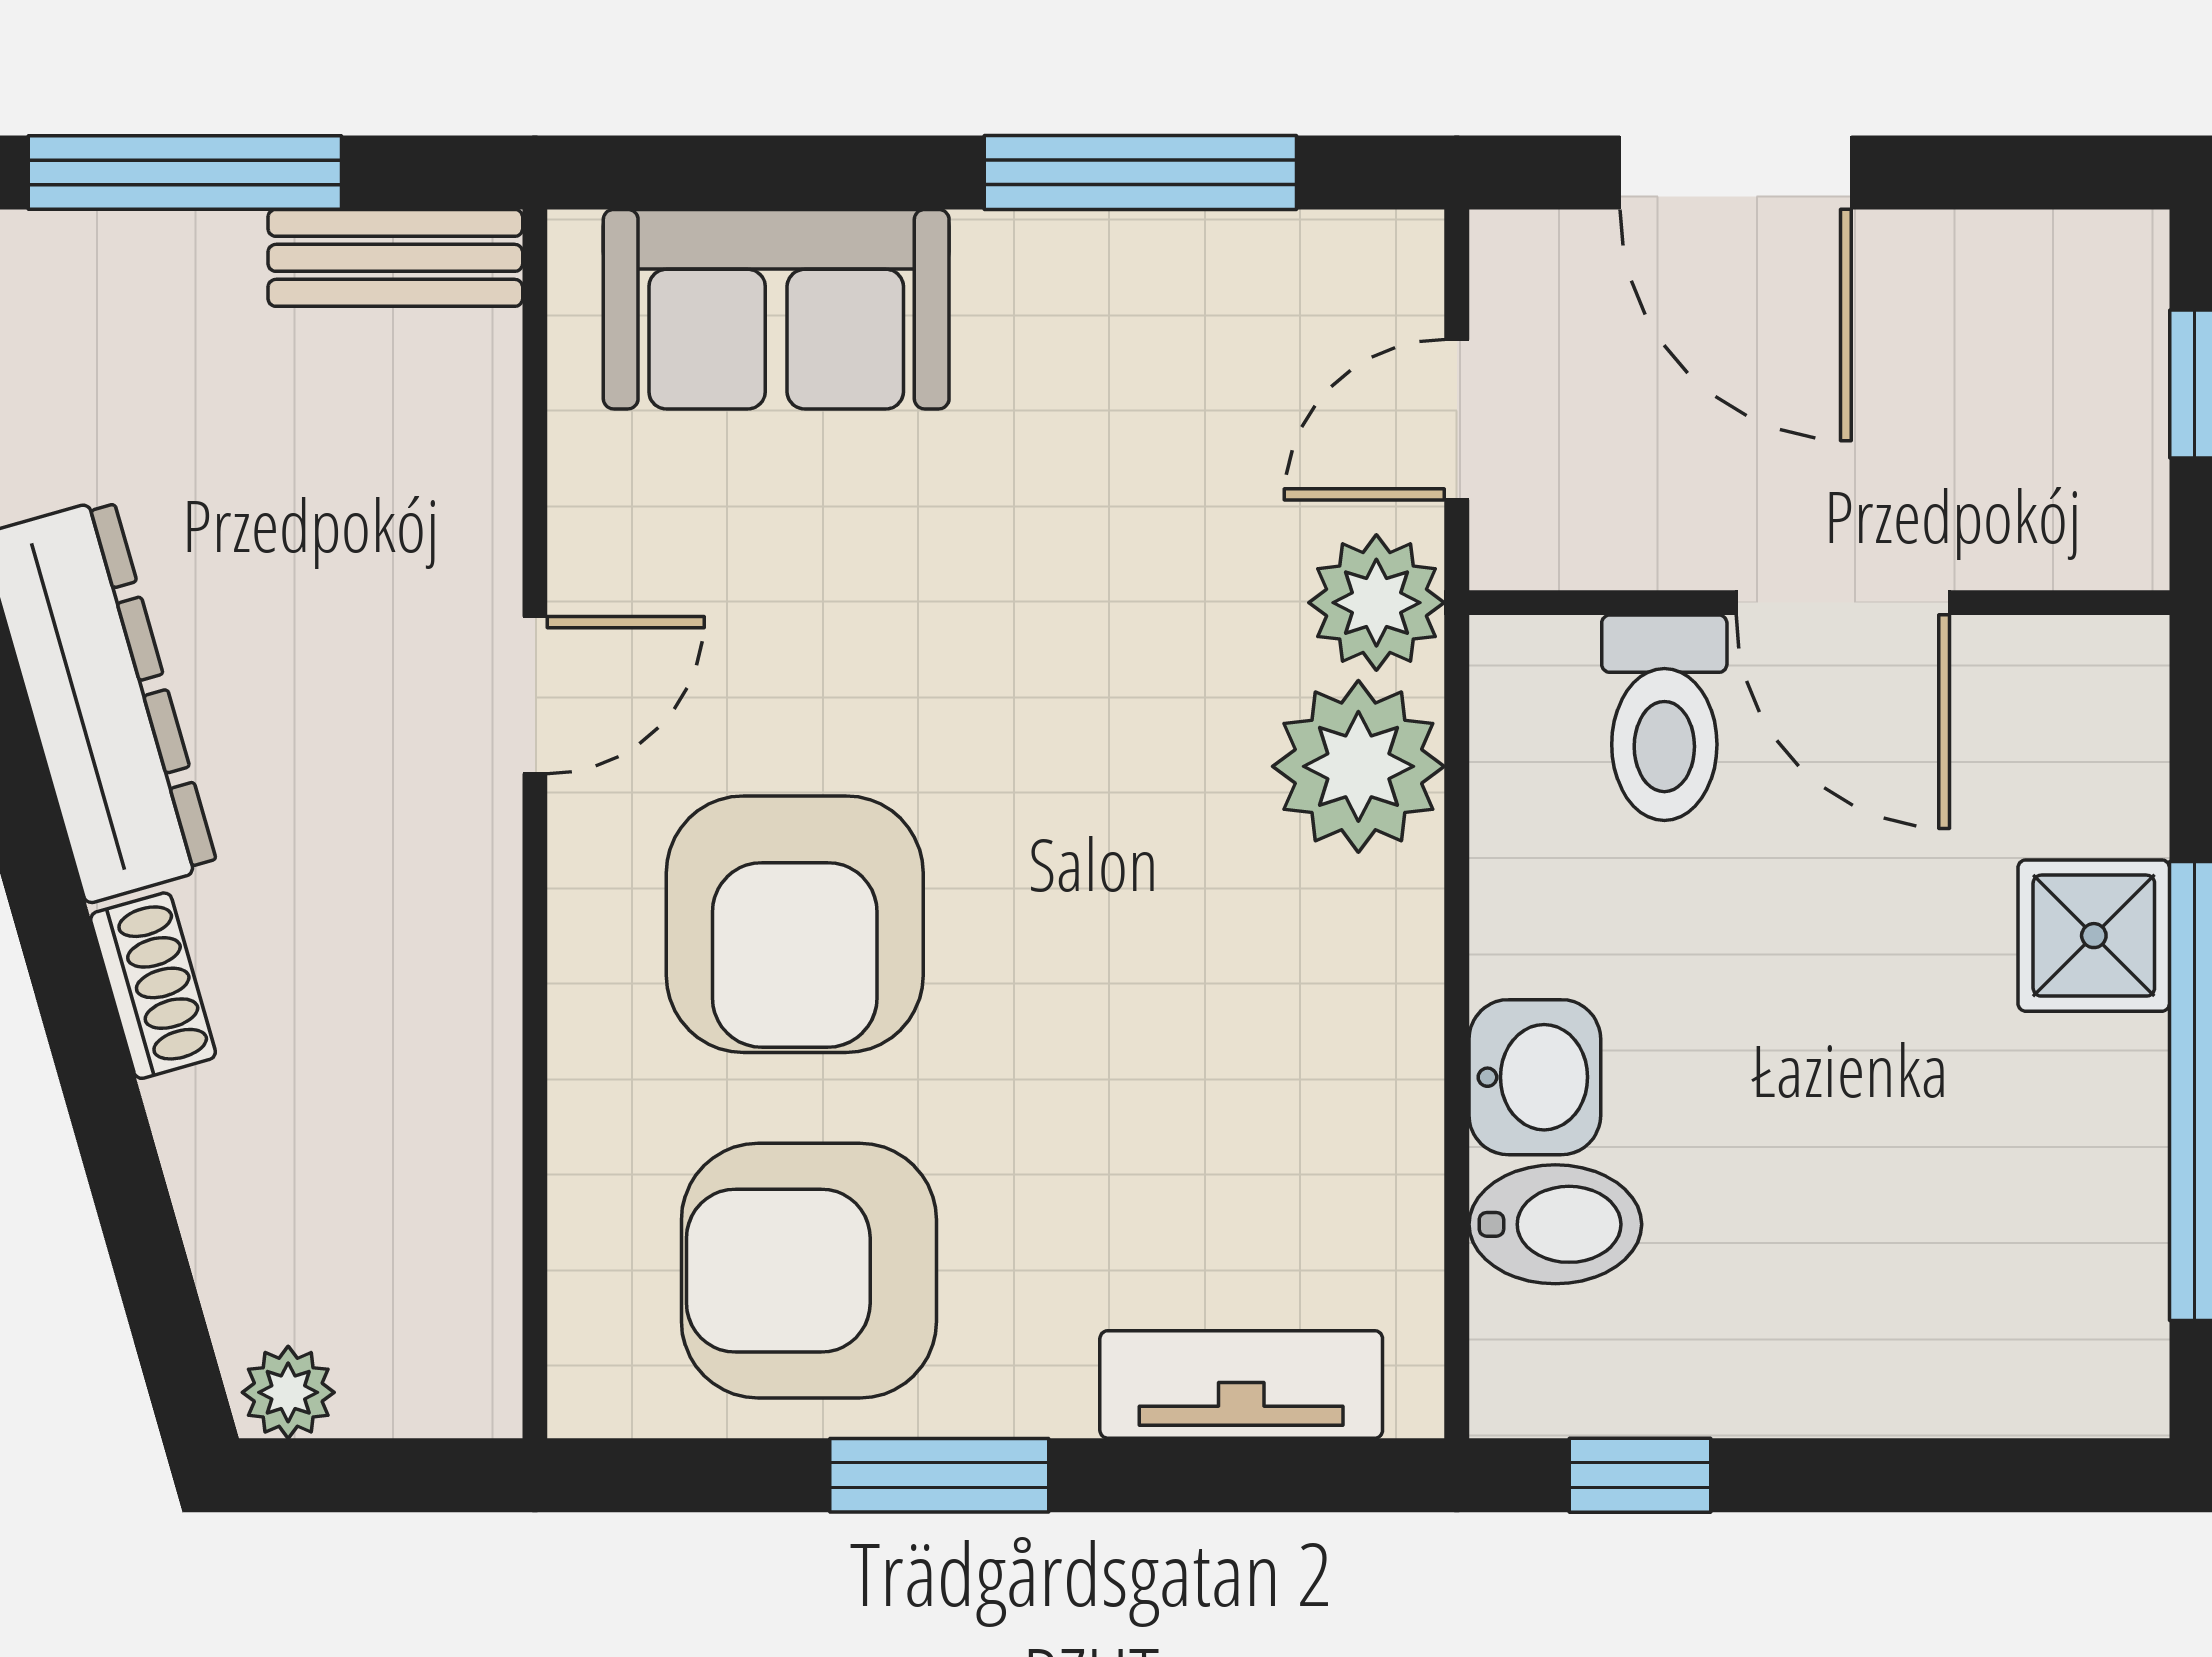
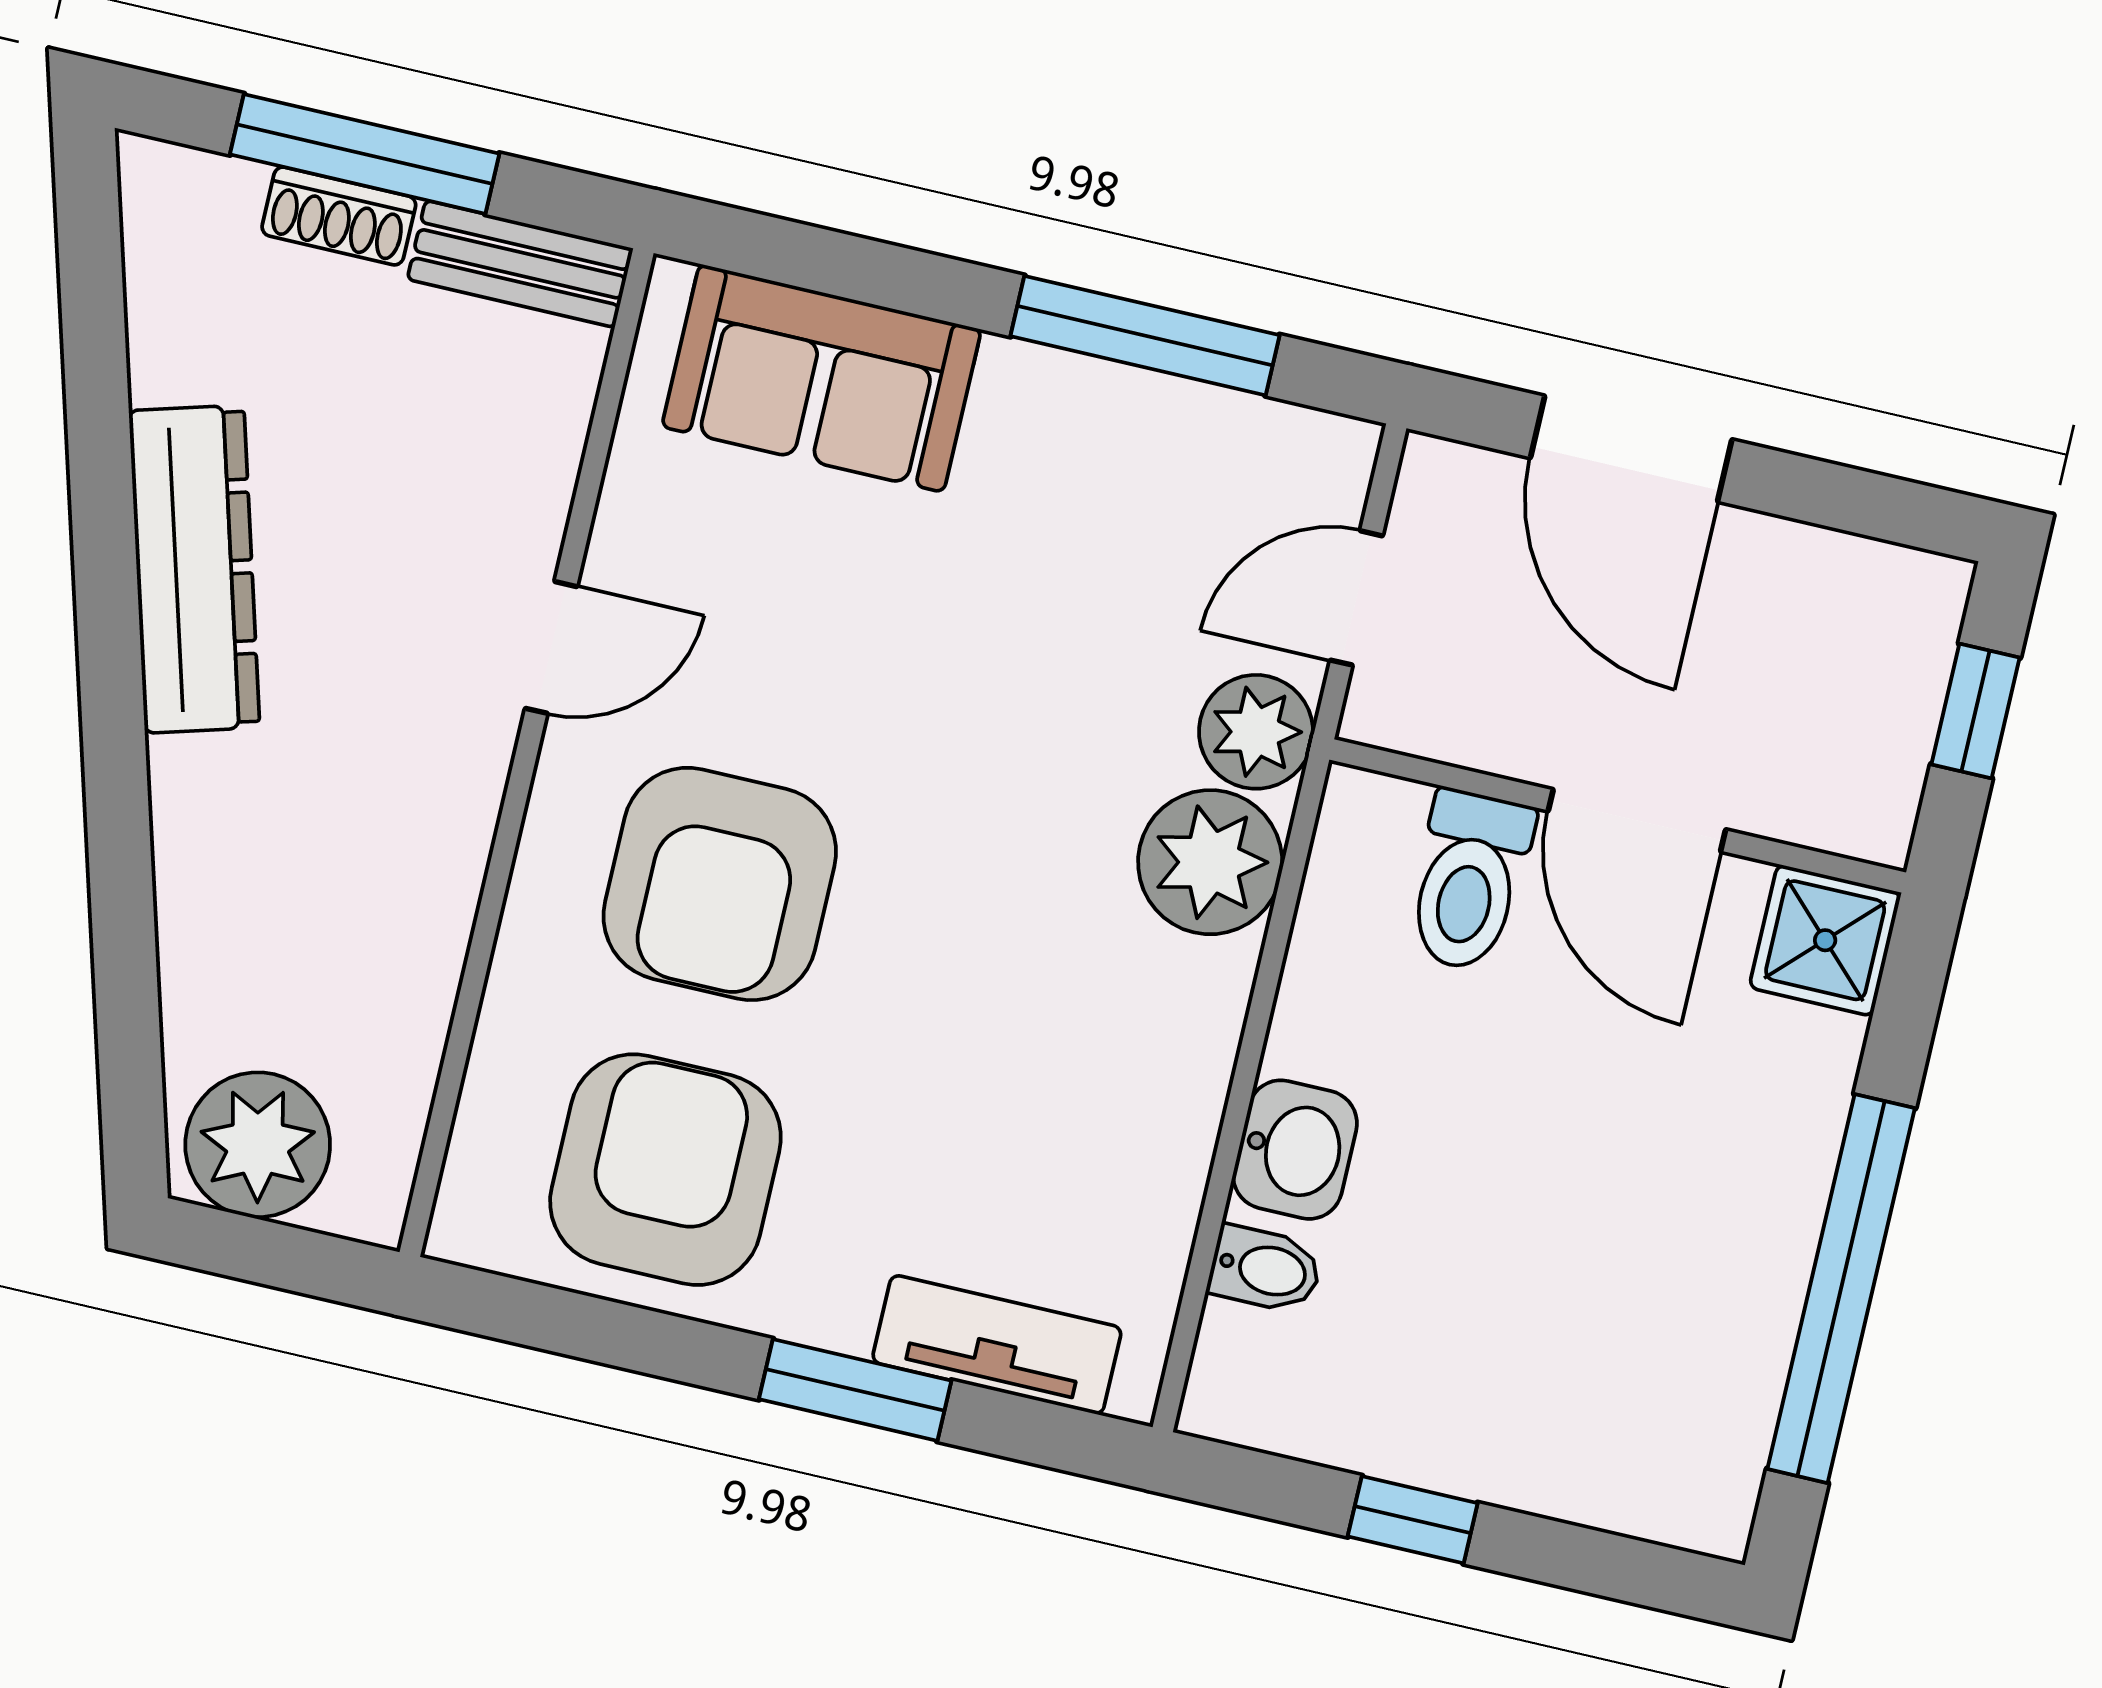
shower: (2094, 936) -> (1825, 940), moved
shoe rack: (153, 986) -> (339, 216), moved, turned 106
bidet: (1555, 1224) -> (1265, 1269), width x0.72, depth x0.74
armchair: (809, 1271) -> (665, 1170), turned 90
plant: (288, 1392) -> (258, 1145), width x1.88, depth x1.88
window: (939, 1475) -> (855, 1390), moved
window: (1640, 1475) -> (1413, 1520), moved

